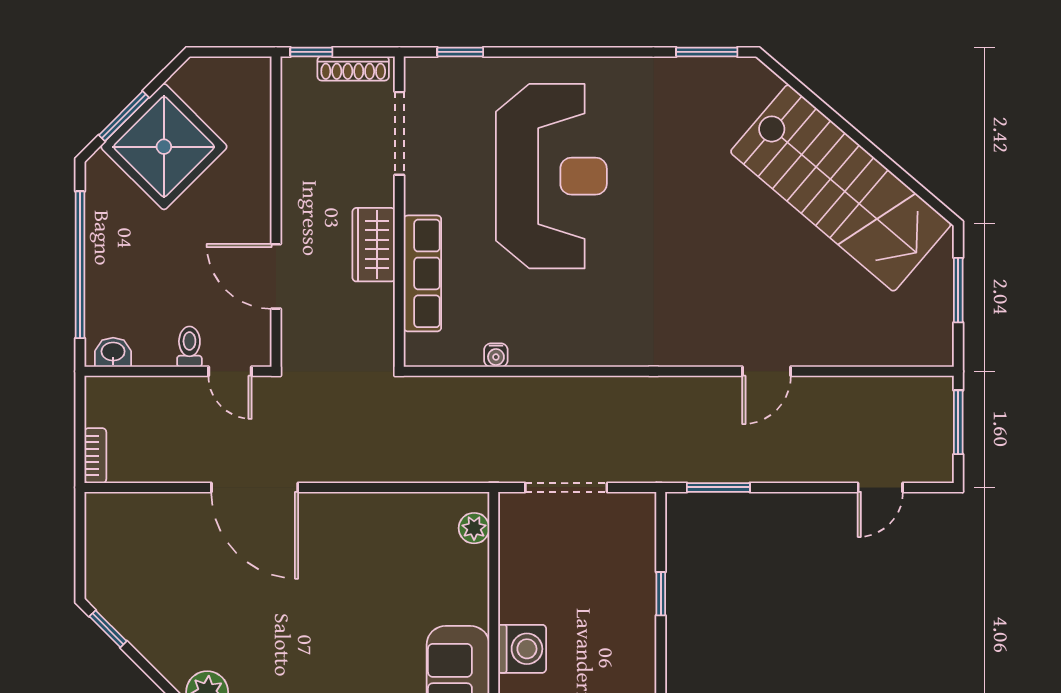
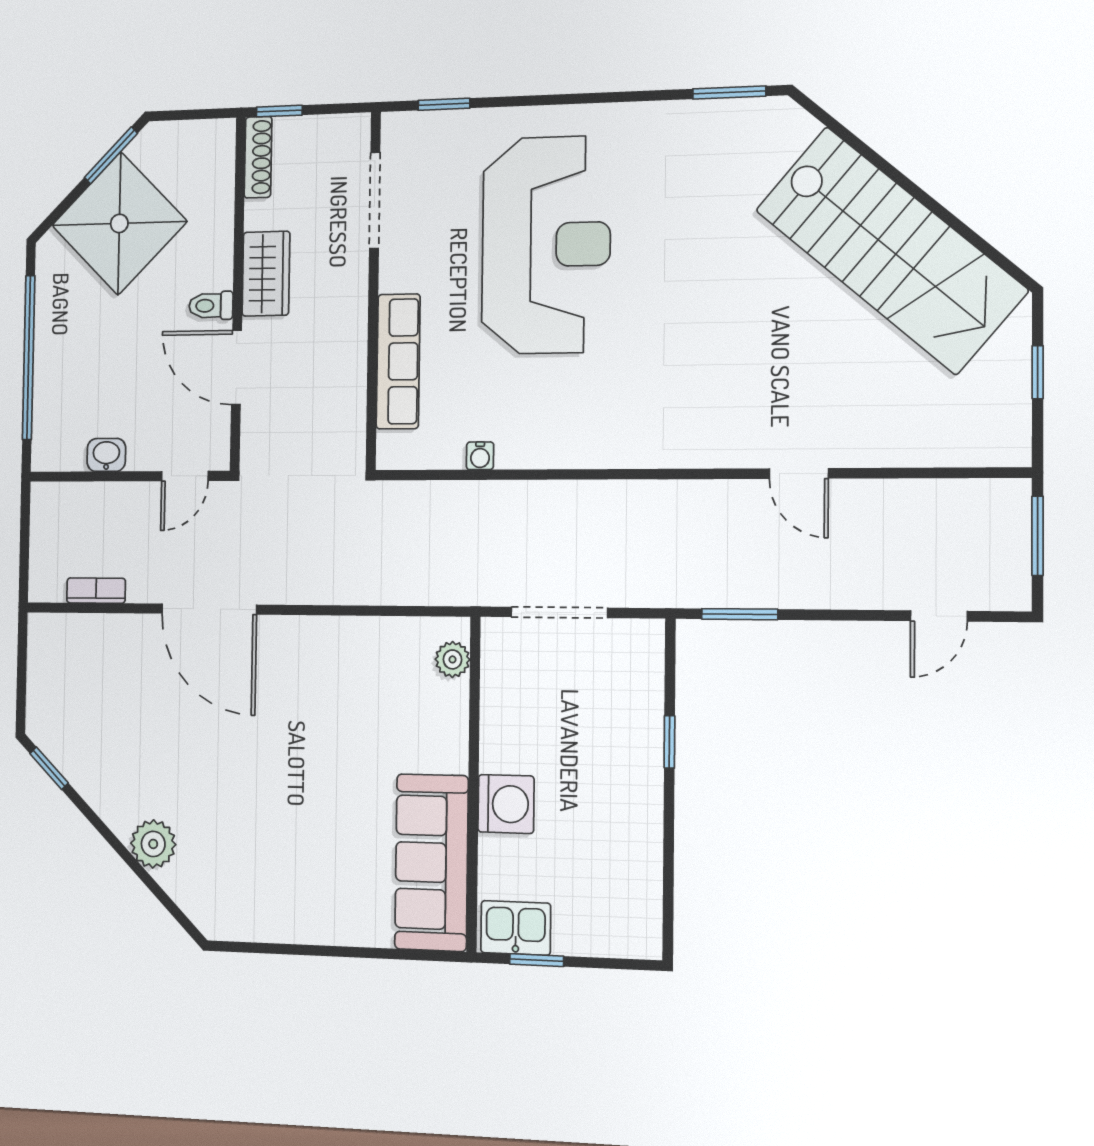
shoe rack: (353, 68) -> (258, 157), moved, turned -90
window: (124, 116) -> (111, 155), moved
wardrobe: (374, 245) -> (266, 274), moved, turned 180
window: (958, 290) -> (1038, 372), width x0.67
toilet: (189, 347) -> (211, 306), moved, turned -90
washbasin: (113, 352) -> (106, 455), moved
door: (230, 371) -> (185, 476), hinge flipped
door: (767, 371) -> (799, 473), hinge flipped
bookcase: (95, 456) -> (96, 591), moved, turned -90

